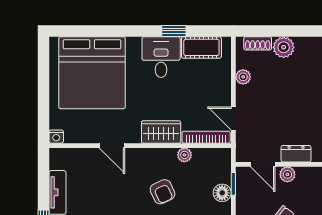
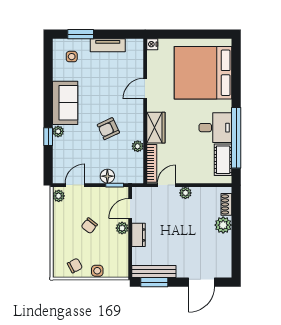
window: (174, 31) -> (236, 138), width x3.17
plant: (243, 77) -> (185, 193), moved

